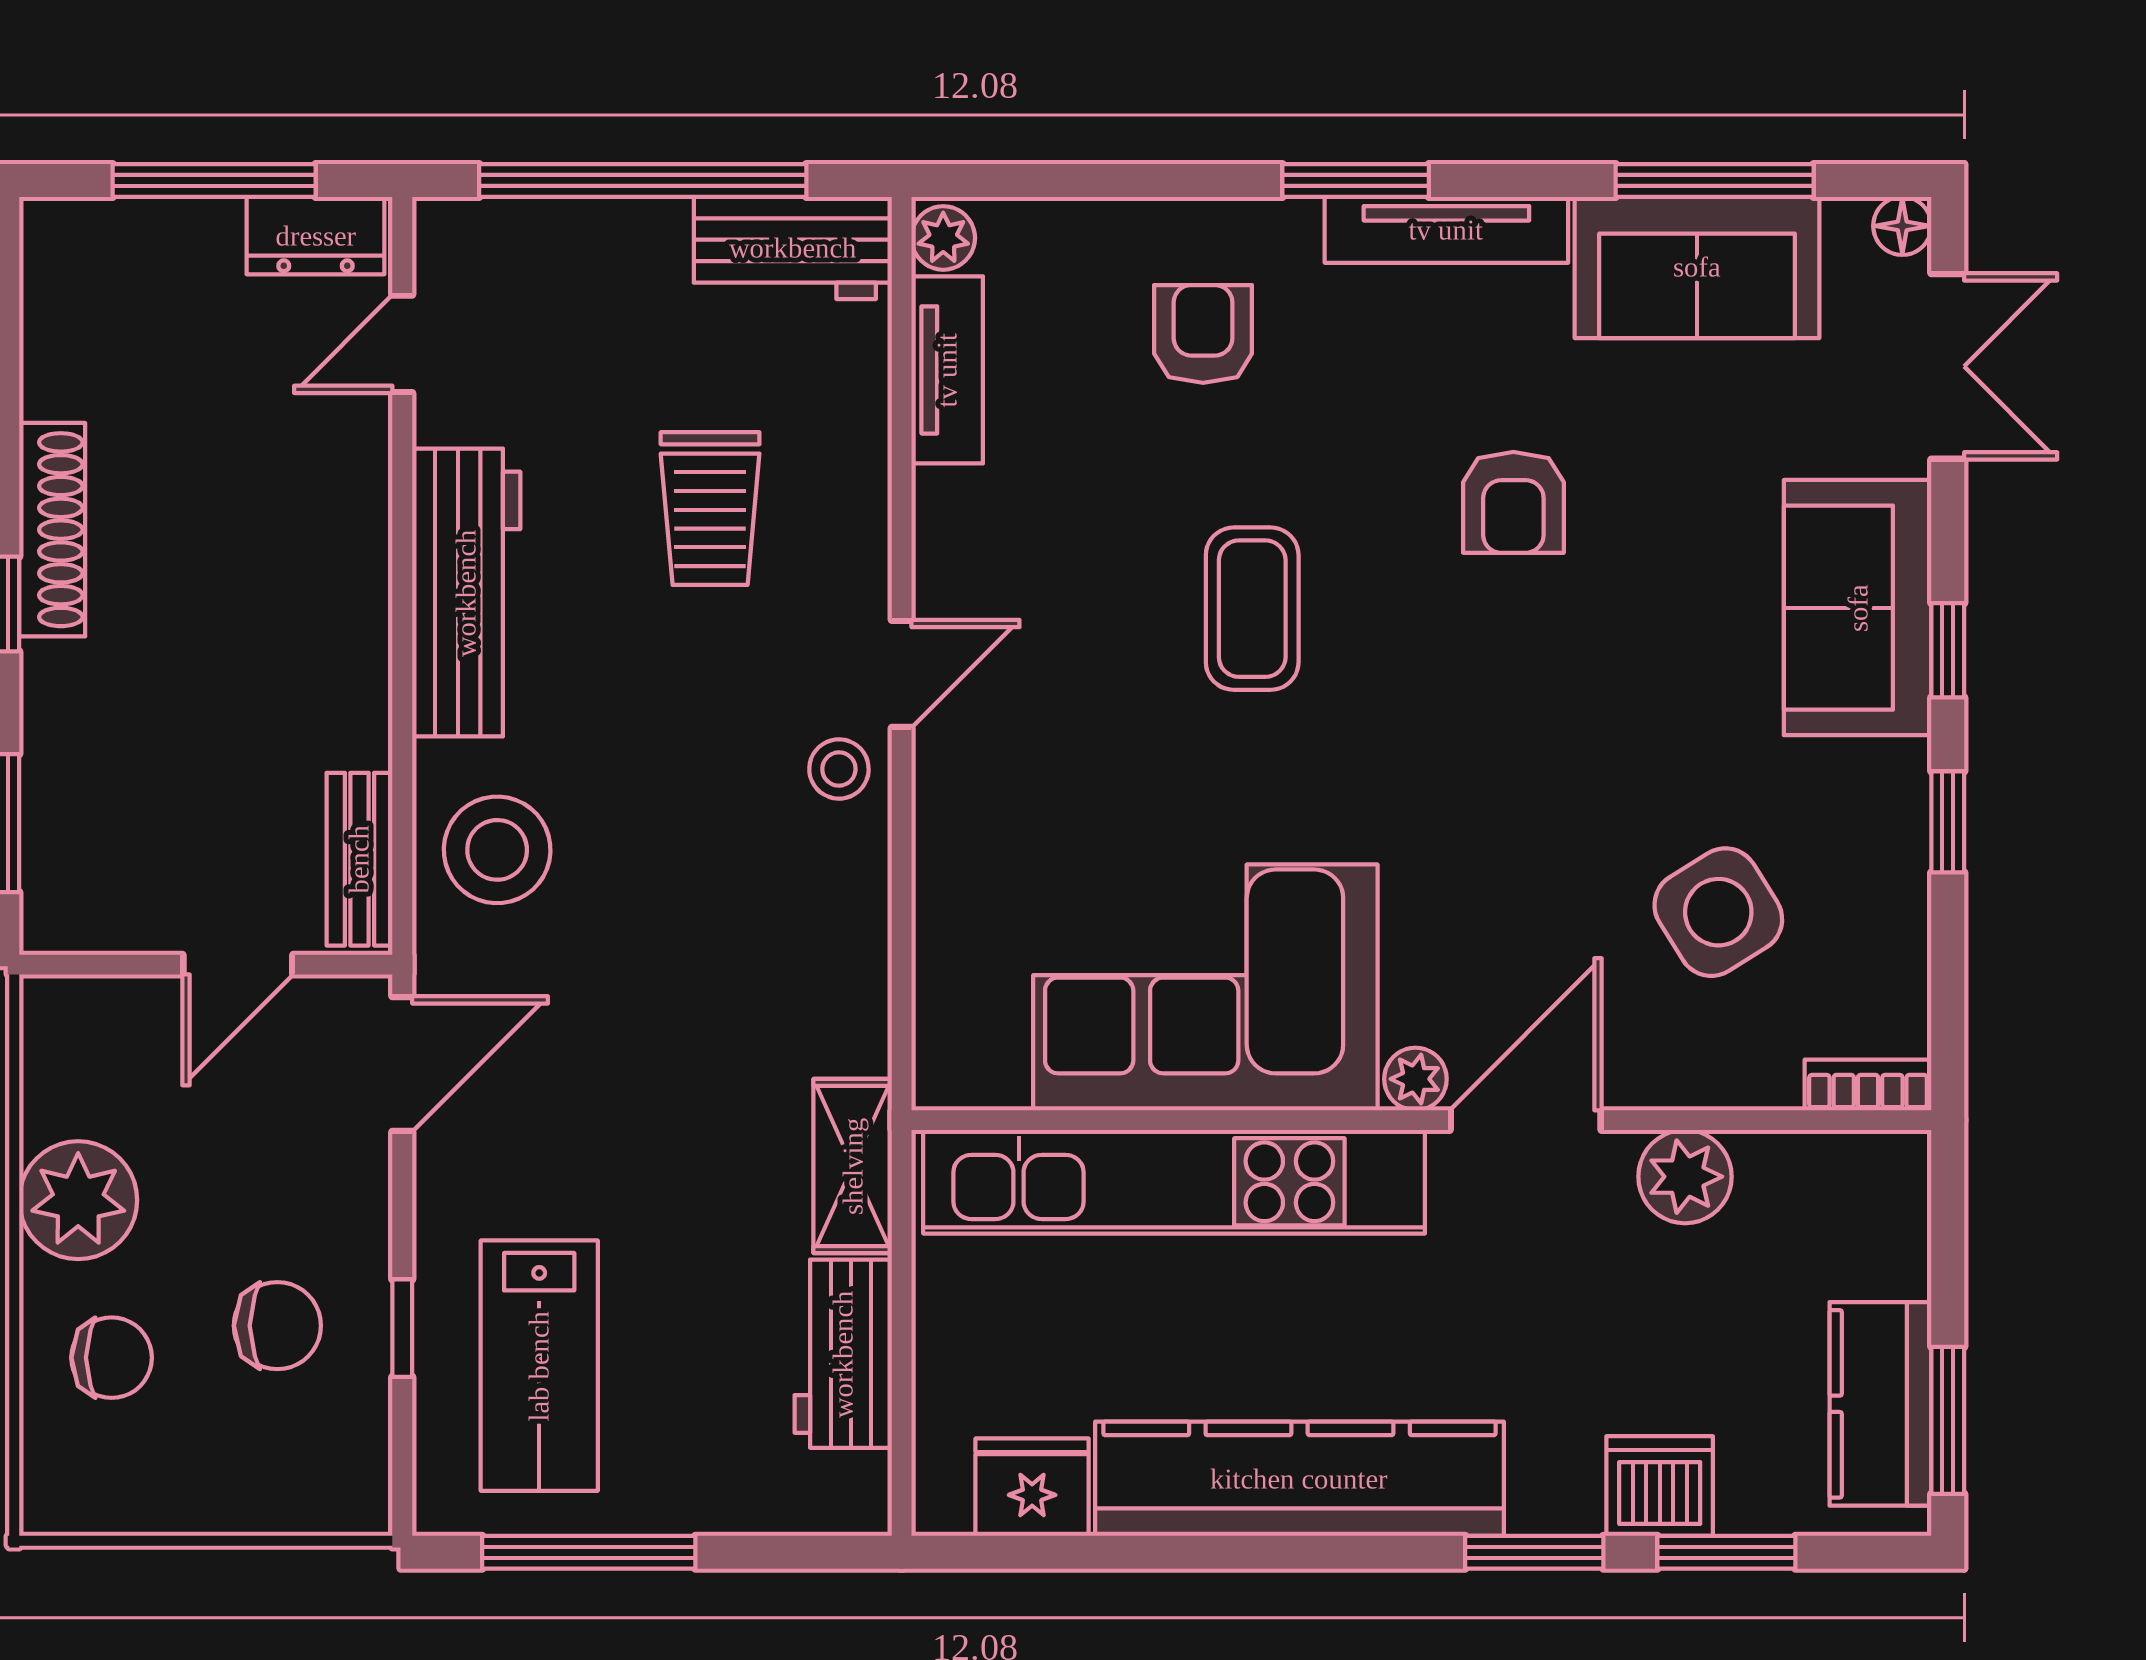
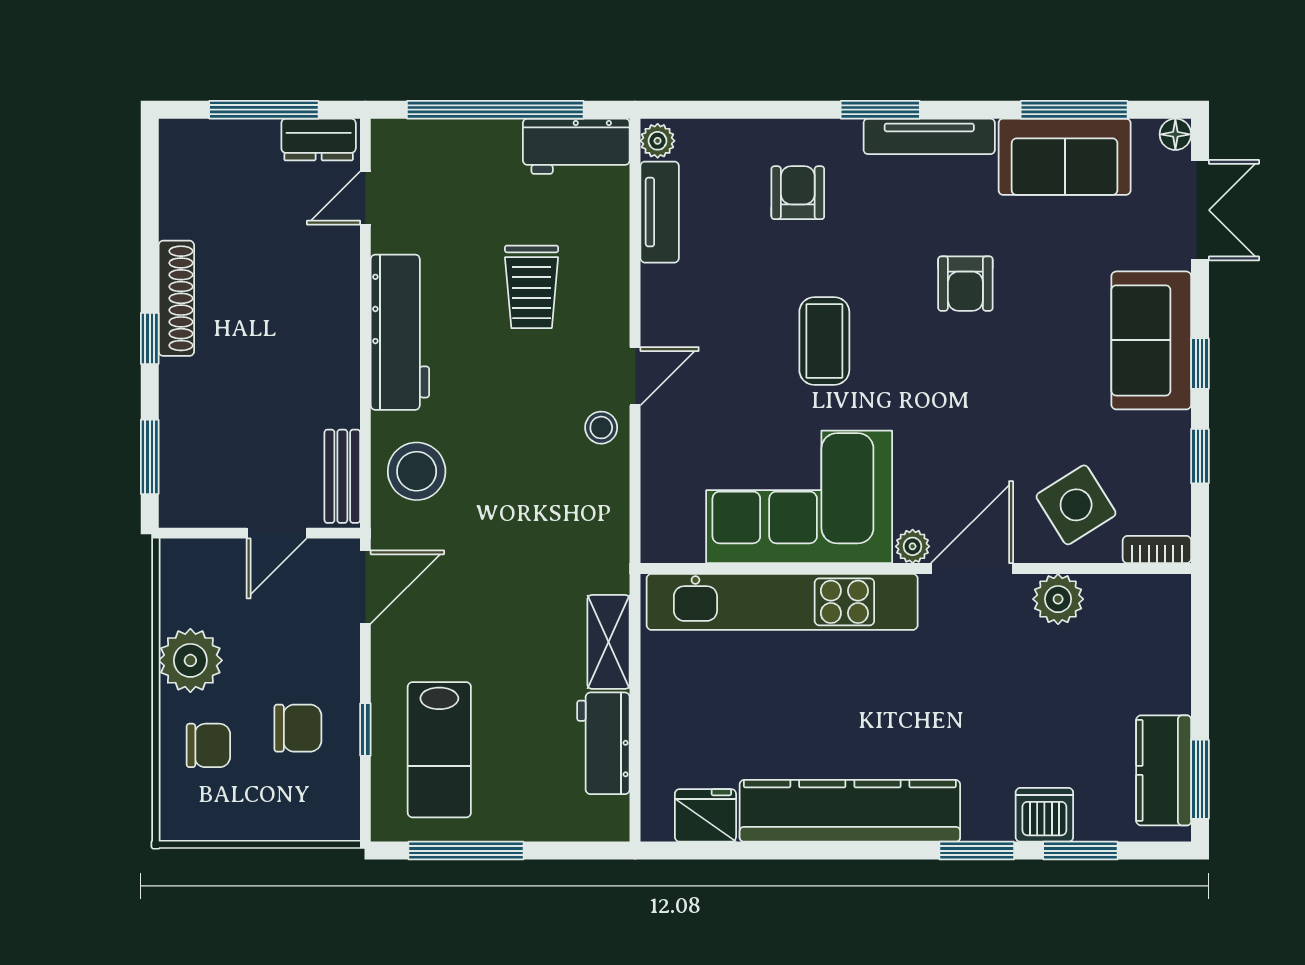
corner sofa: (1205, 987) -> (799, 497), moved
plant: (1415, 1079) -> (913, 546), moved
bookcase: (1868, 1085) -> (1157, 550), moved
wall: (1421, 1120) -> (916, 569), moved
door: (1526, 1120) -> (972, 569), moved
plant: (1685, 1177) -> (1058, 599), moved
kitchen unit: (1174, 1182) -> (782, 602), moved

